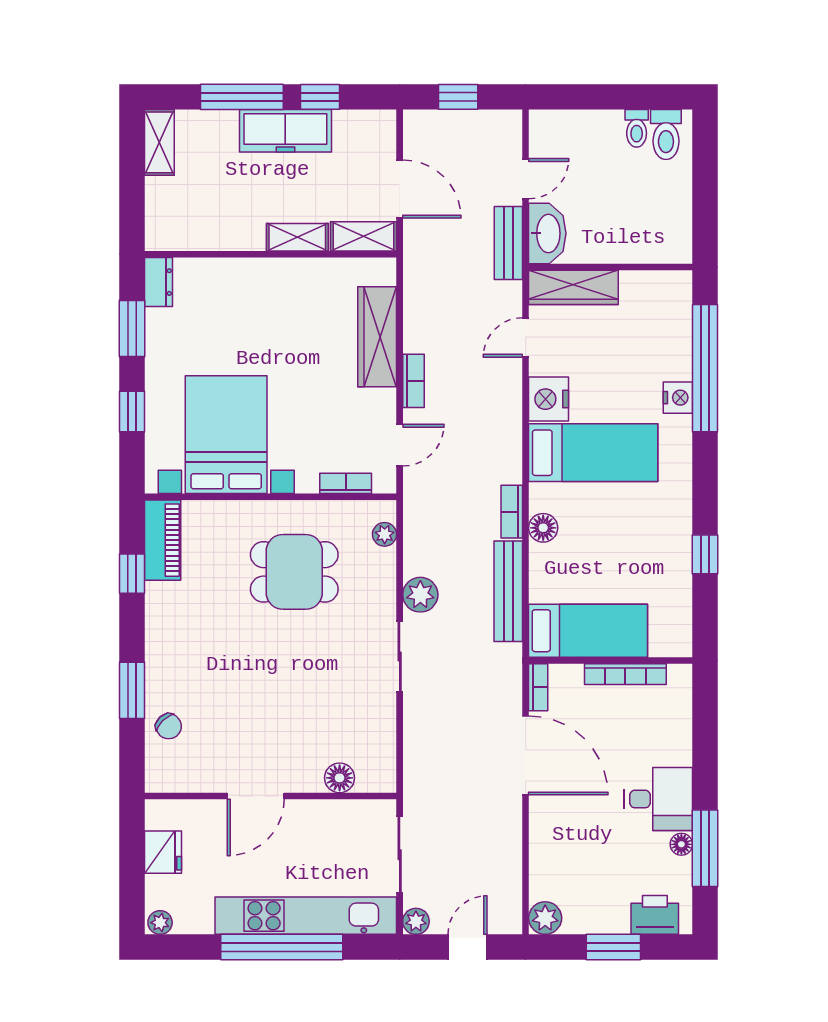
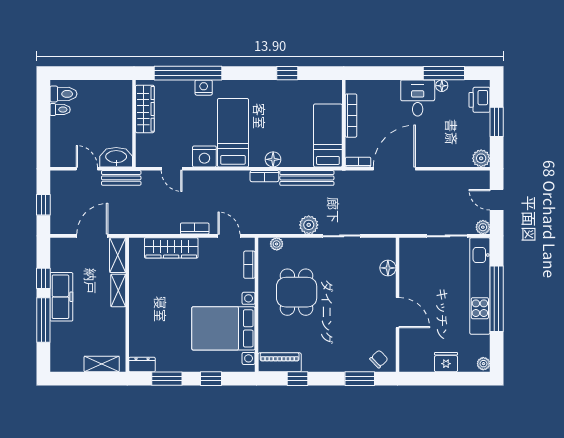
shelving: (159, 142) -> (102, 364), moved
wardrobe: (573, 287) -> (145, 109), moved
floor lamp: (340, 778) -> (388, 268), moved
door: (256, 796) -> (398, 313), moved
wall: (271, 796) -> (398, 305), moved

